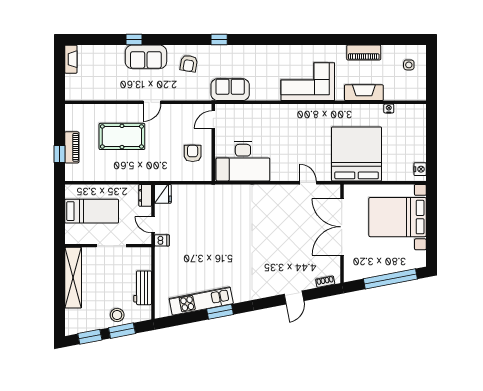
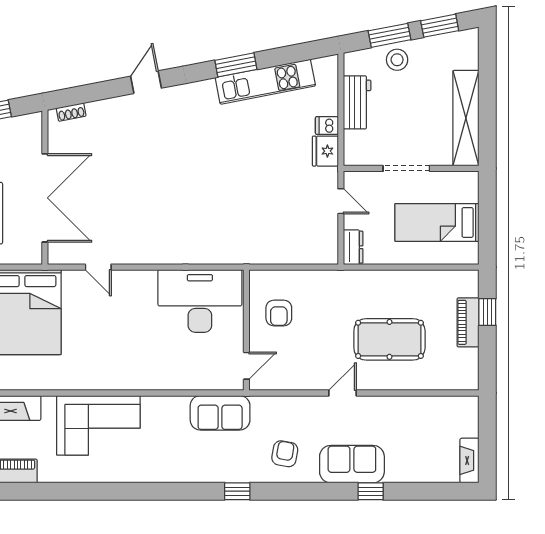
fridge: (163, 194) -> (325, 151), moved
dishwasher: (162, 240) -> (327, 125), moved
door: (294, 297) -> (146, 82), moved

